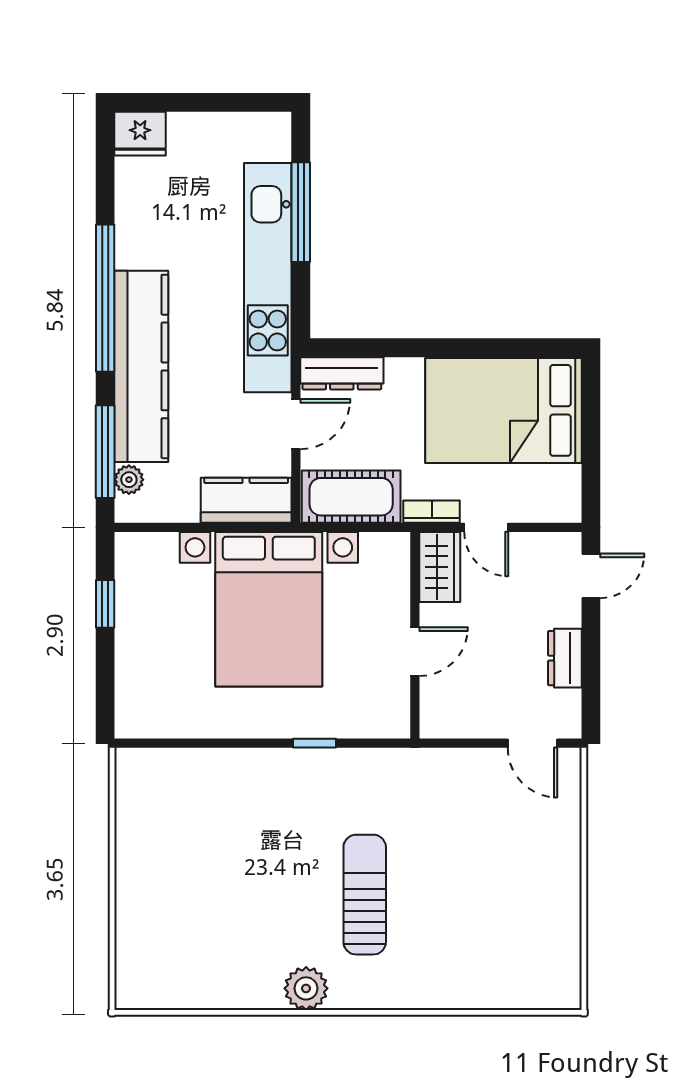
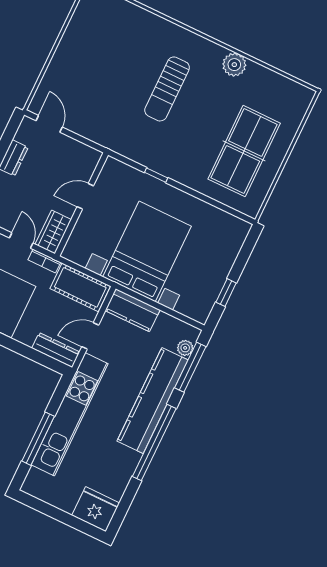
fridge: (140, 134) -> (96, 509), width x1.36, depth x1.34
table tennis table: (188, 853) -> (244, 151), added
plant: (306, 988) -> (234, 65), moved

